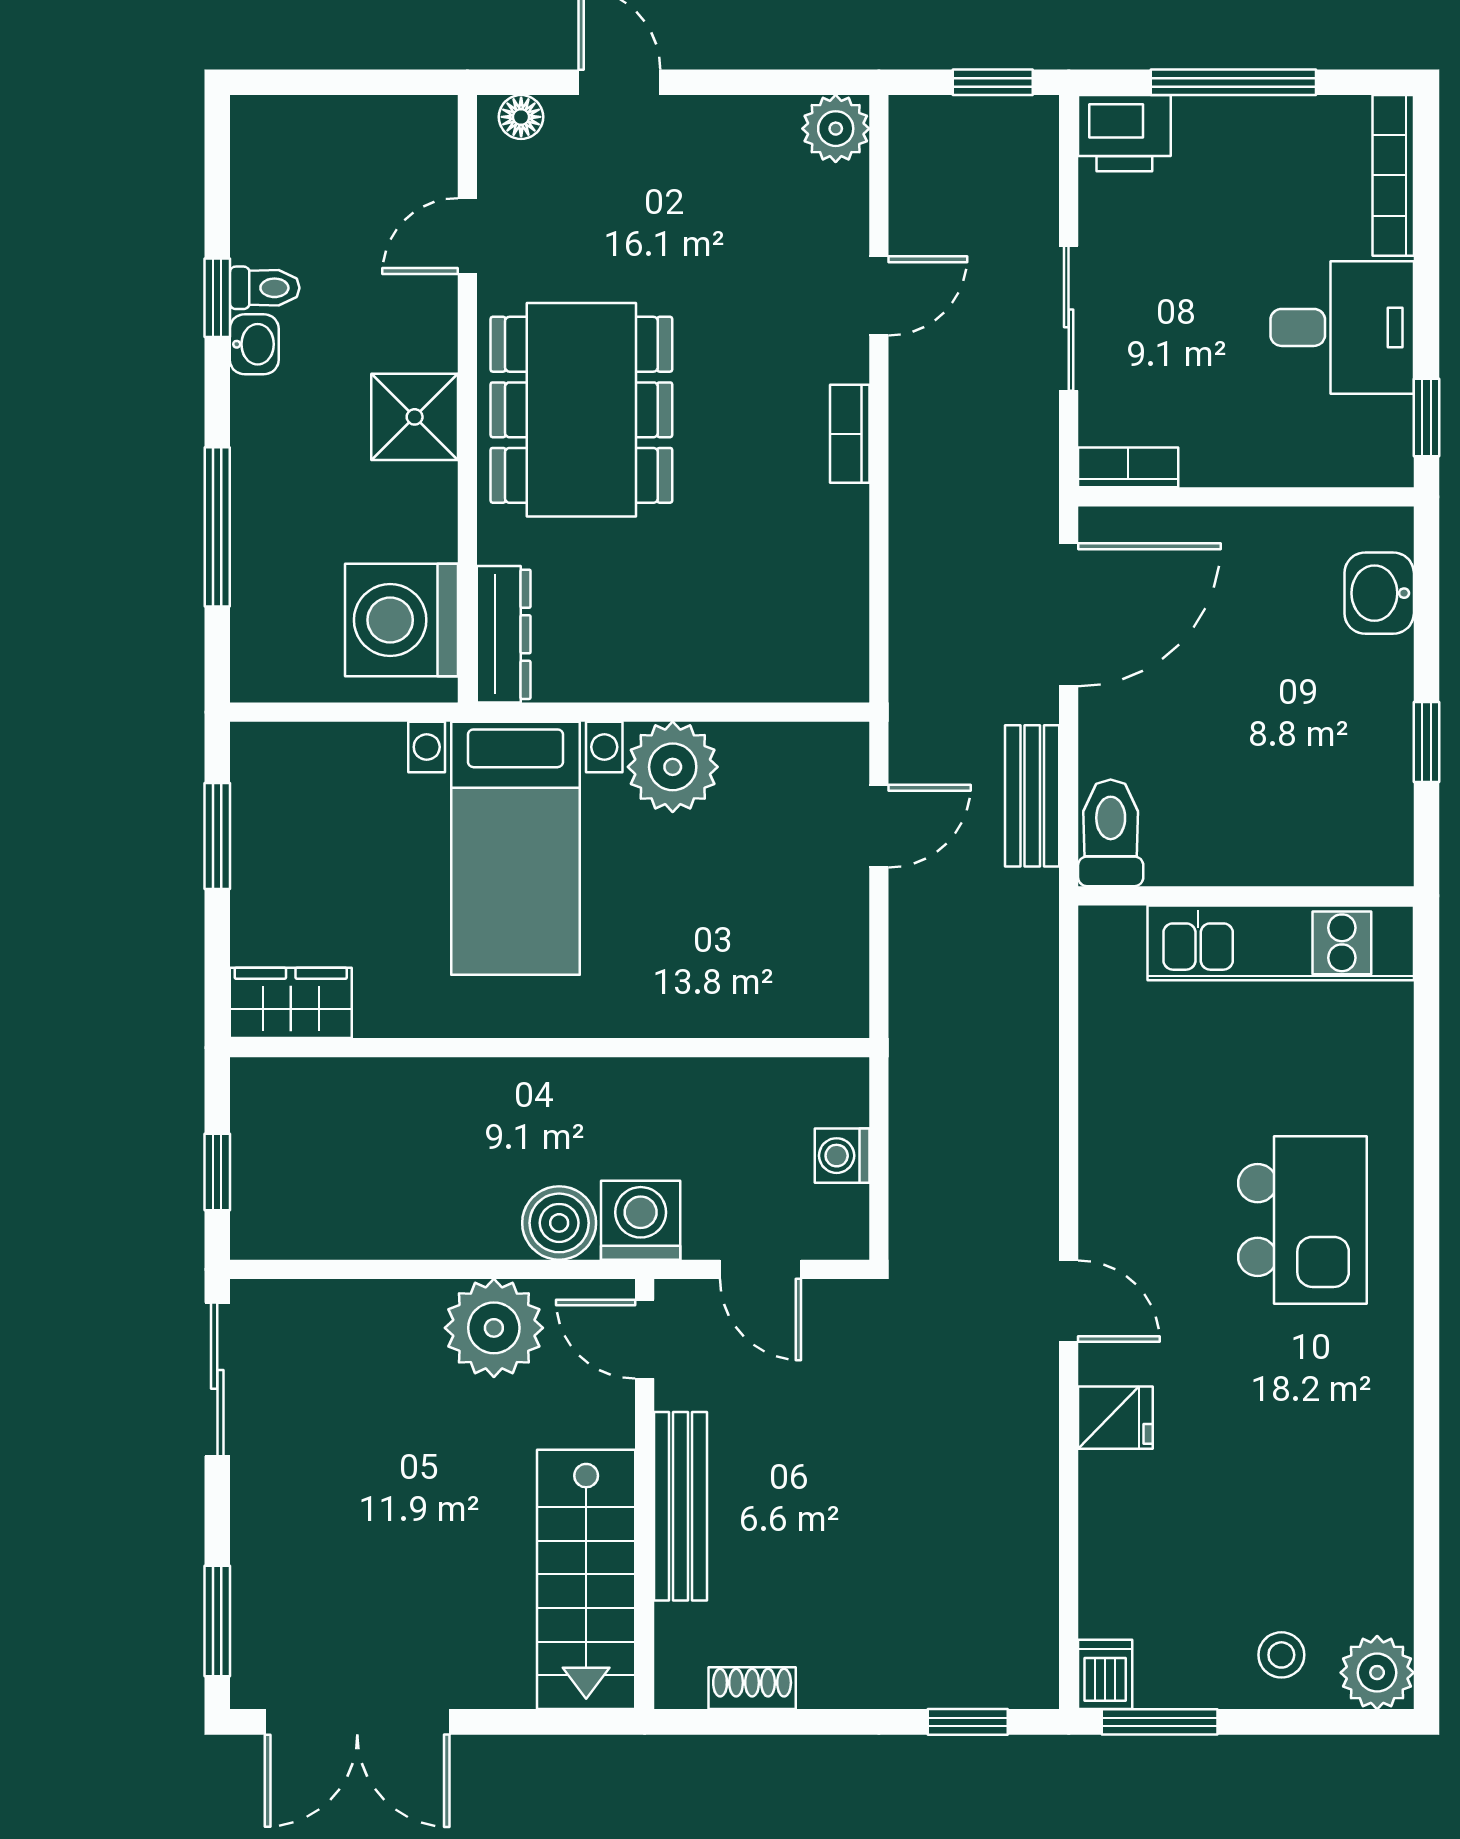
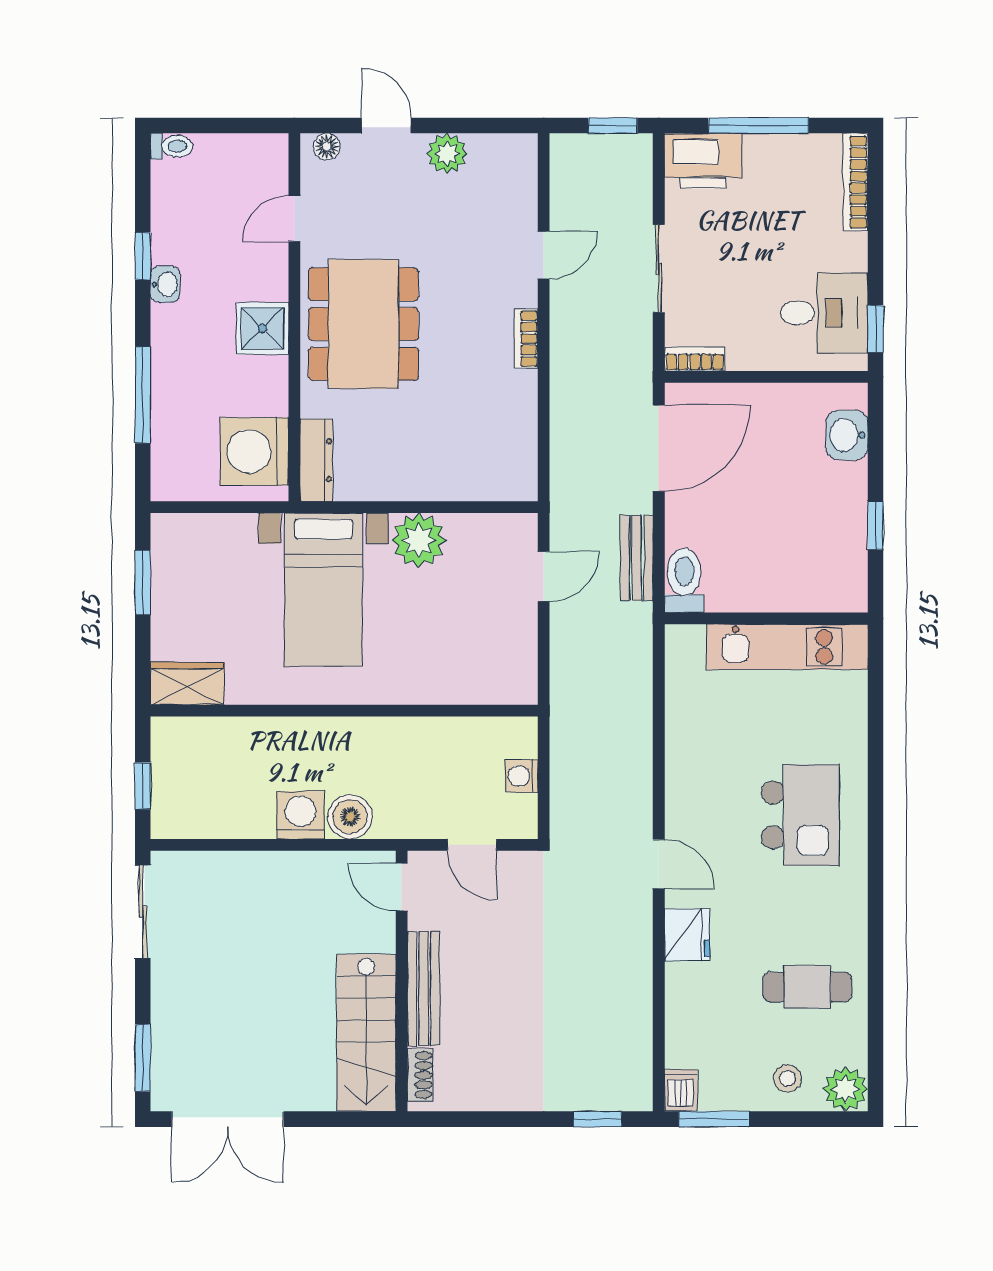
plant: (836, 129) -> (447, 154), moved
printer: (1124, 133) -> (703, 161), width x1.37, depth x1.19
toilet: (265, 288) -> (172, 146), moved
desk: (1342, 327) -> (824, 313), moved
washing machine: (641, 1220) -> (301, 815), moved
plant: (494, 1328) -> (310, 880), removed
fridge: (1115, 1418) -> (687, 935), width x1.38
cafe table: (1314, 1504) -> (807, 987), added
shoe rack: (752, 1688) -> (420, 1075), moved, turned 90

